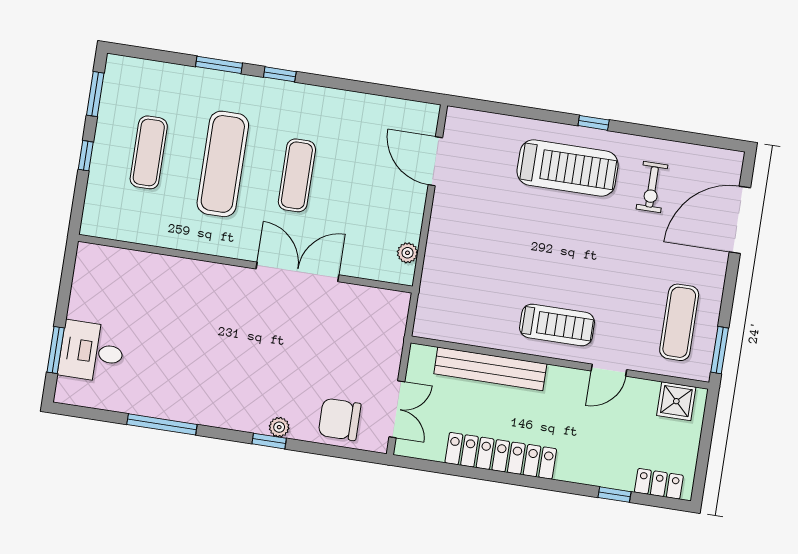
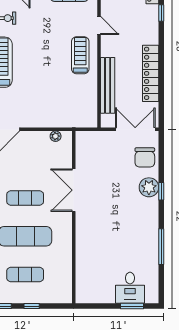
double door: (397, 409) -> (135, 129), width x1.37
plant: (279, 427) -> (149, 187), width x1.88, depth x1.88

